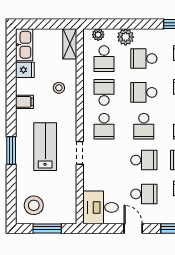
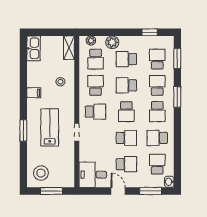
fridge: (25, 70) -> (34, 68), removed
school desk: (104, 126) -> (96, 112), turned -90

